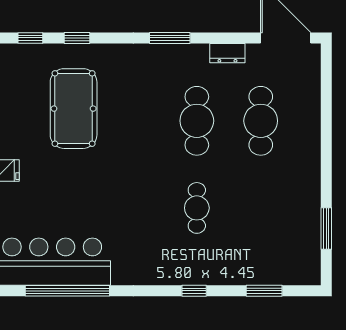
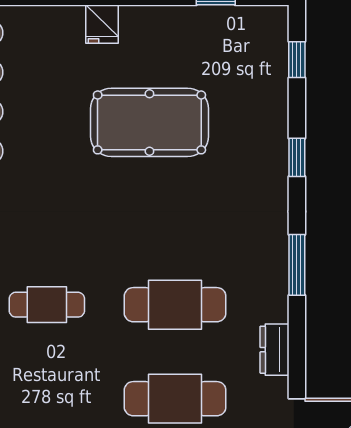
window: (77, 38) -> (297, 157), moved
pool table: (74, 109) -> (149, 122), moved

